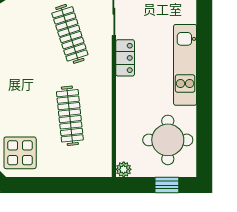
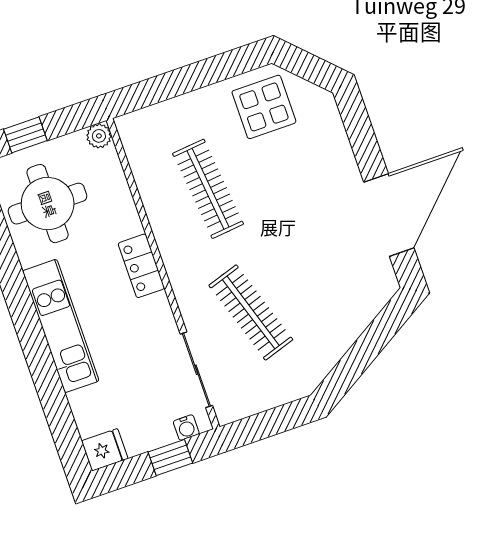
locker: (125, 58) -> (141, 266), moved

